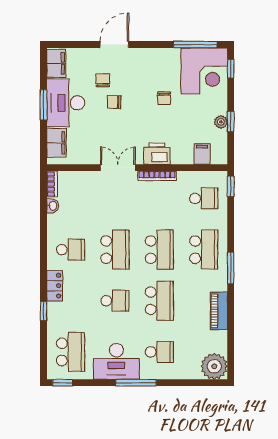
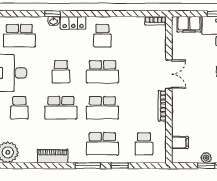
printer: (157, 154) -> (180, 106), removed
window: (231, 186) -> (120, 166), moved
washbasin: (53, 206) -> (54, 21), moved

